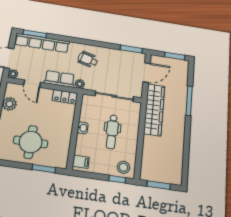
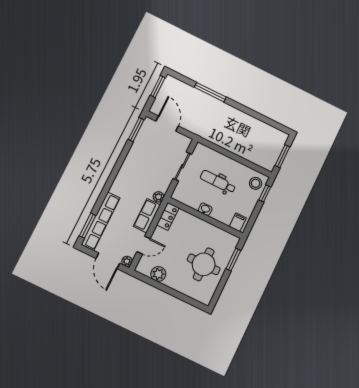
wheelchair: (88, 60) -> (134, 179), removed
sliding door: (114, 96) -> (182, 166), width x0.73
wardrobe: (154, 110) -> (209, 131), removed
dental chair: (112, 132) -> (218, 182), turned 180

